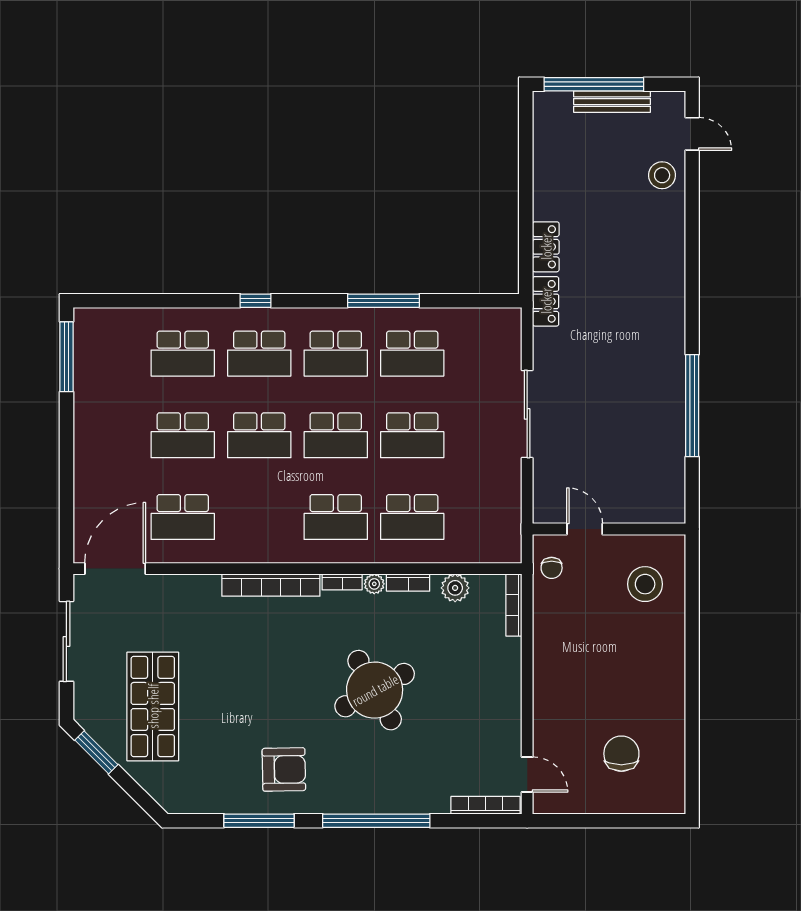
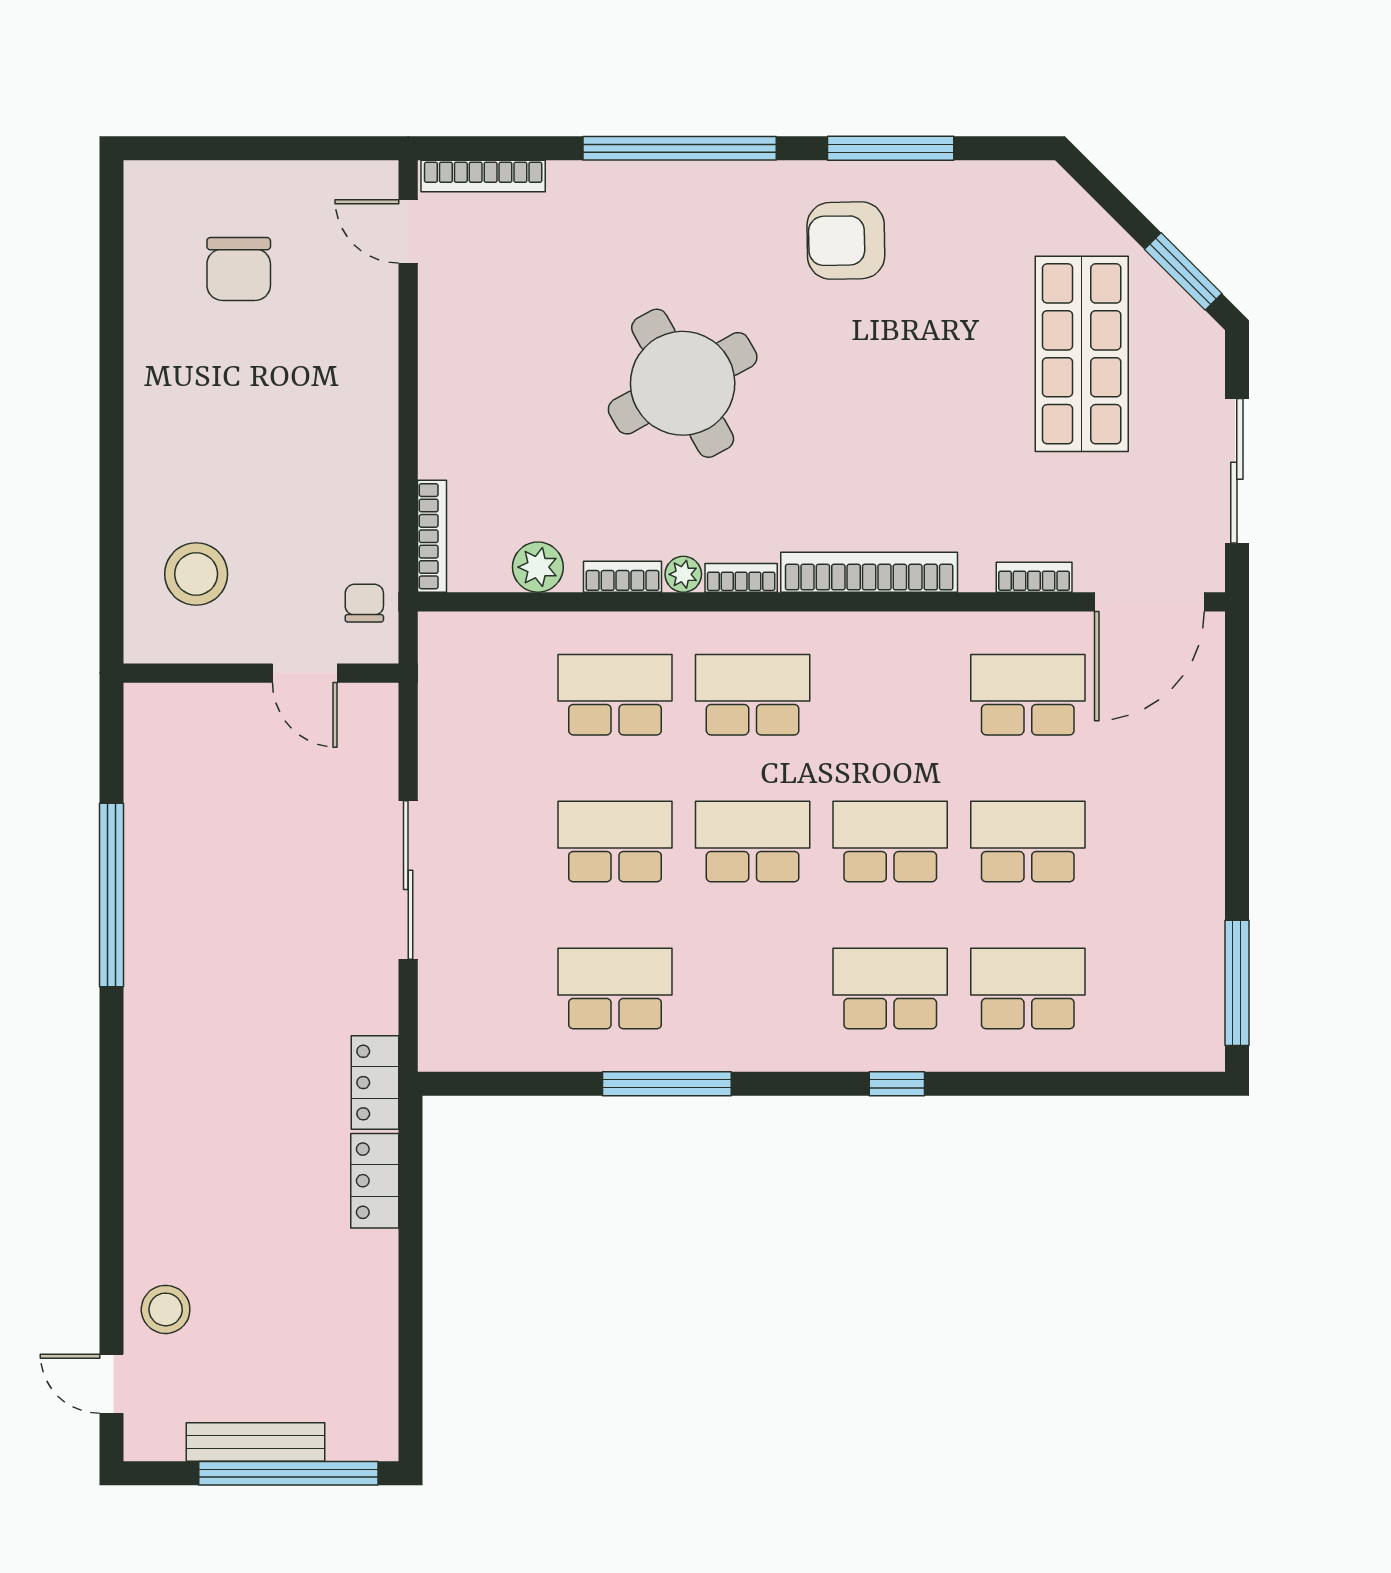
school desk: (336, 354) -> (753, 989), removed
bookcase: (179, 582) -> (1034, 577), added

